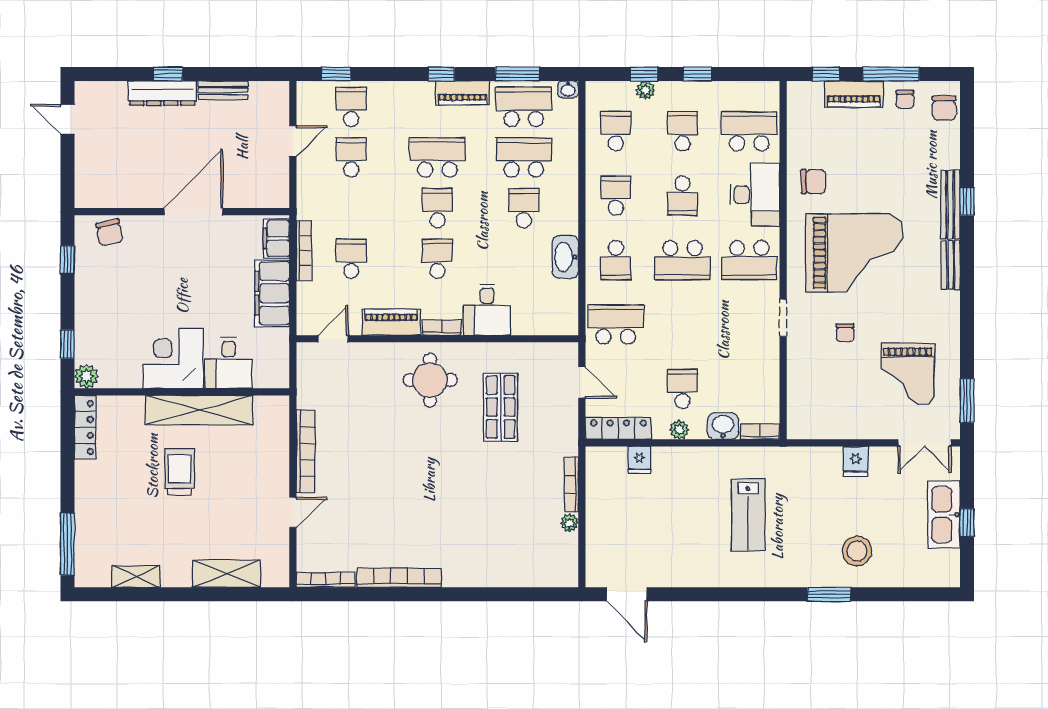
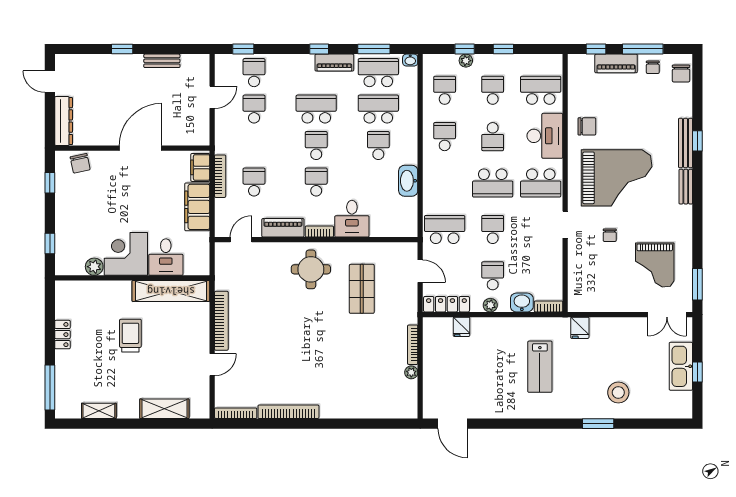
dresser: (162, 93) -> (64, 121), moved, turned -90
school desk: (616, 260) -> (493, 229), moved, turned 180
plant: (87, 376) -> (94, 267), moved
shelving: (199, 410) -> (171, 291), moved
locker: (85, 428) -> (62, 335), moved, width x0.66
fridge: (856, 461) -> (580, 328), moved

